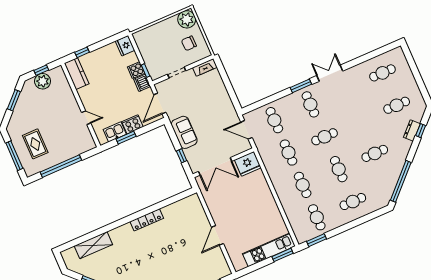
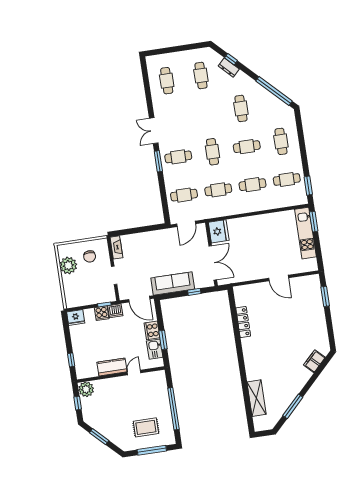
plant: (187, 19) -> (68, 265), moved
kitchen counter: (77, 74) -> (112, 367), moved
plant: (43, 81) -> (86, 389), moved
sofa: (184, 132) -> (173, 283), width x1.36
locker: (147, 220) -> (243, 322), moved

